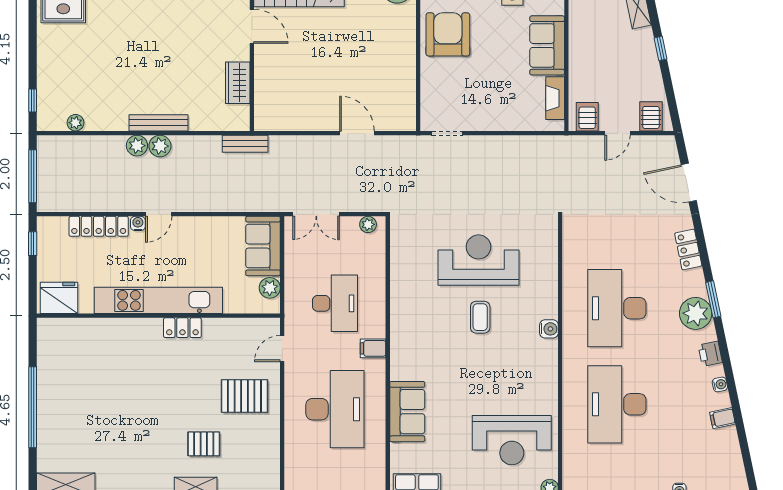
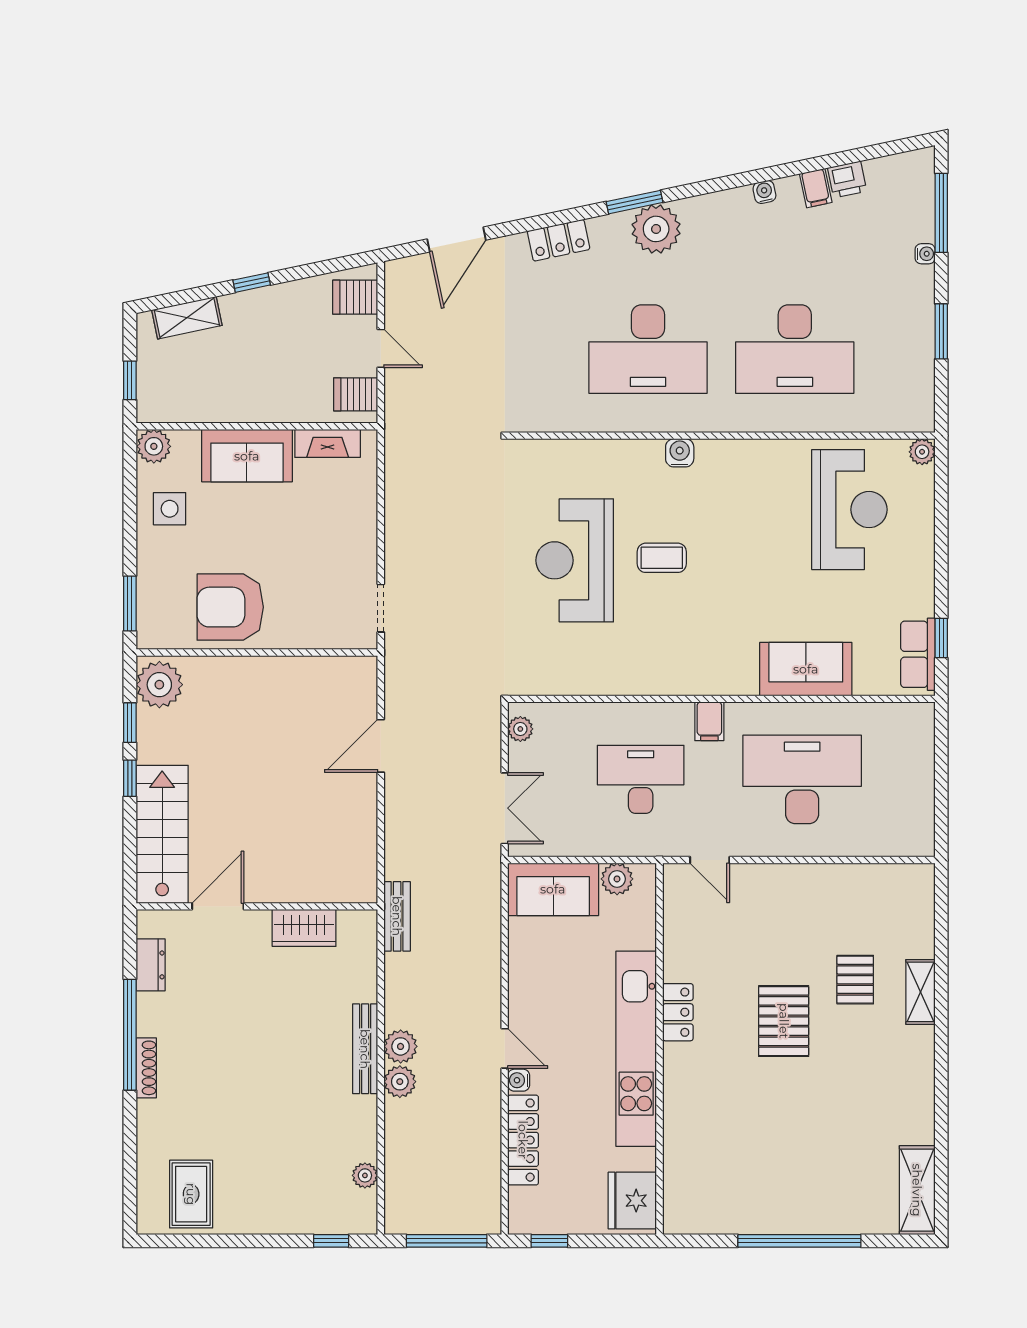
printer: (710, 354) -> (847, 180), moved
pallet: (244, 396) -> (784, 1021), moved

